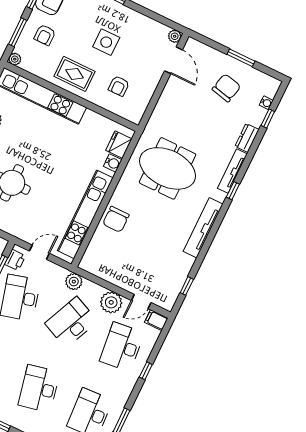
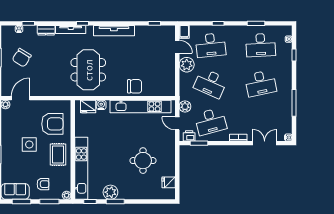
armchair: (119, 86) -> (52, 124), width x1.88, depth x1.88
chair: (226, 88) -> (22, 58), turned -71
plant: (74, 282) -> (185, 107), moved

